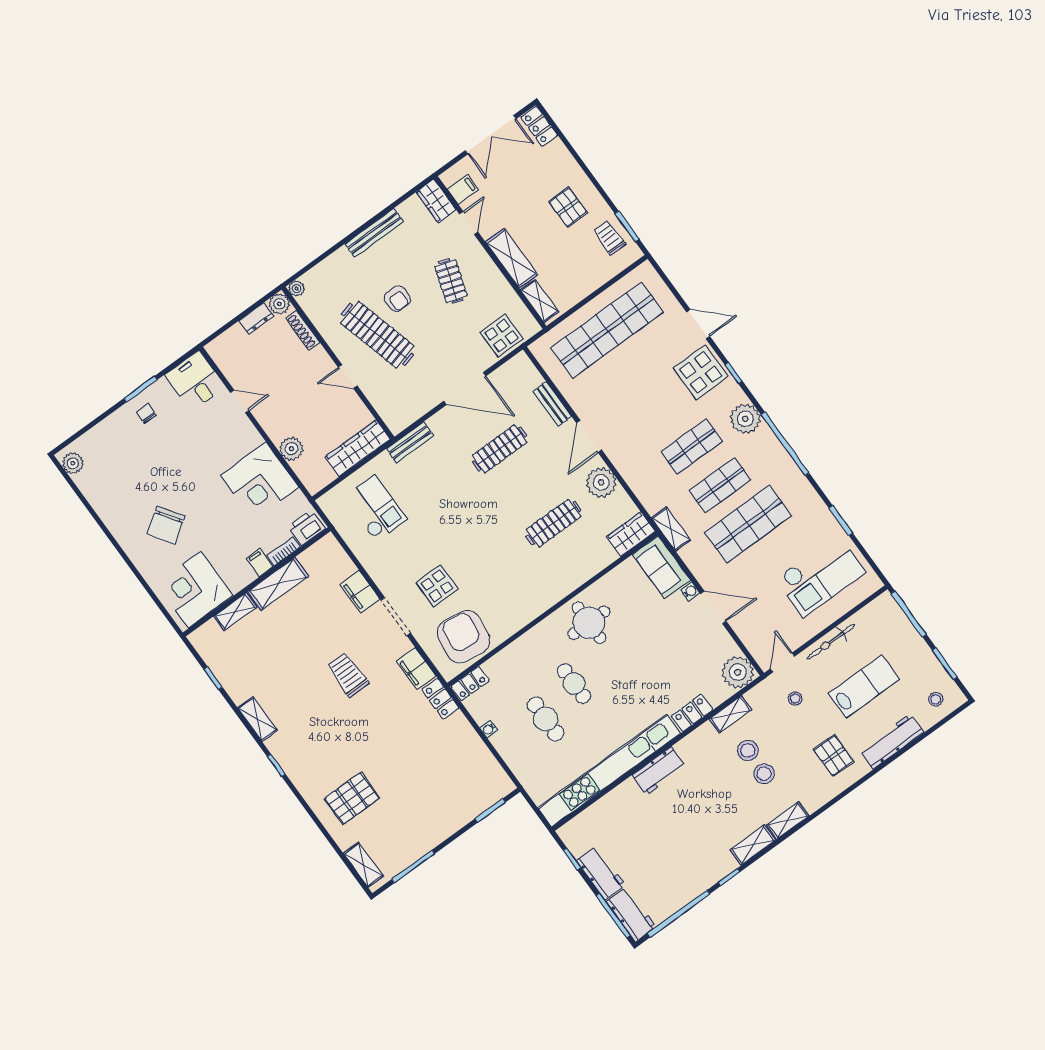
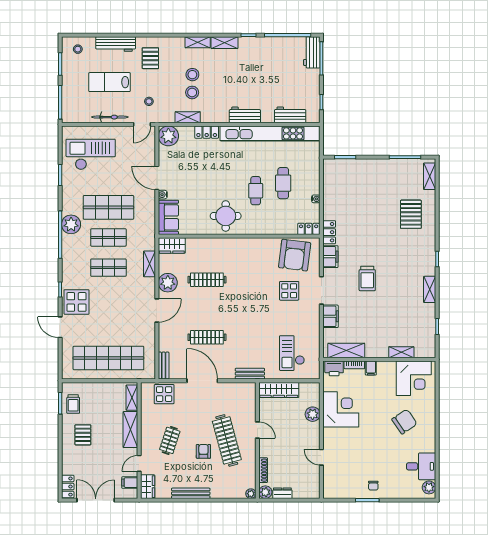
desk: (195, 381) -> (421, 466), moved, turned -90
bench: (552, 404) -> (164, 366), moved
plant: (745, 419) -> (71, 224), moved
shelving: (671, 529) -> (149, 264), moved
shelving: (278, 584) -> (346, 351), moved
pallet: (352, 798) -> (411, 214), turned 90
workbench: (601, 873) -> (290, 115), moved, turned 90

